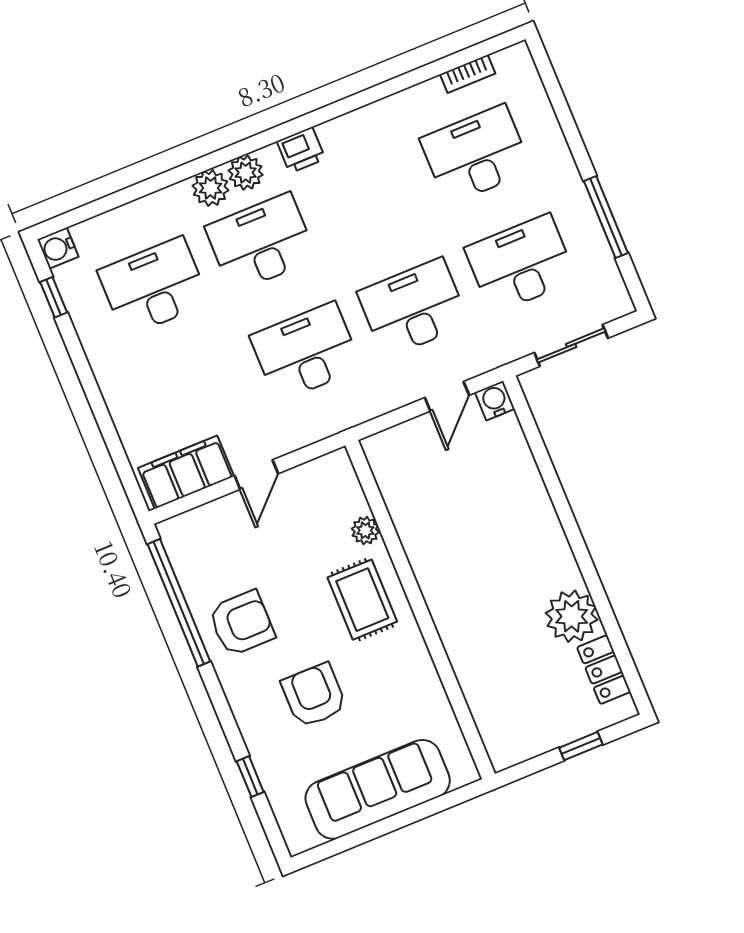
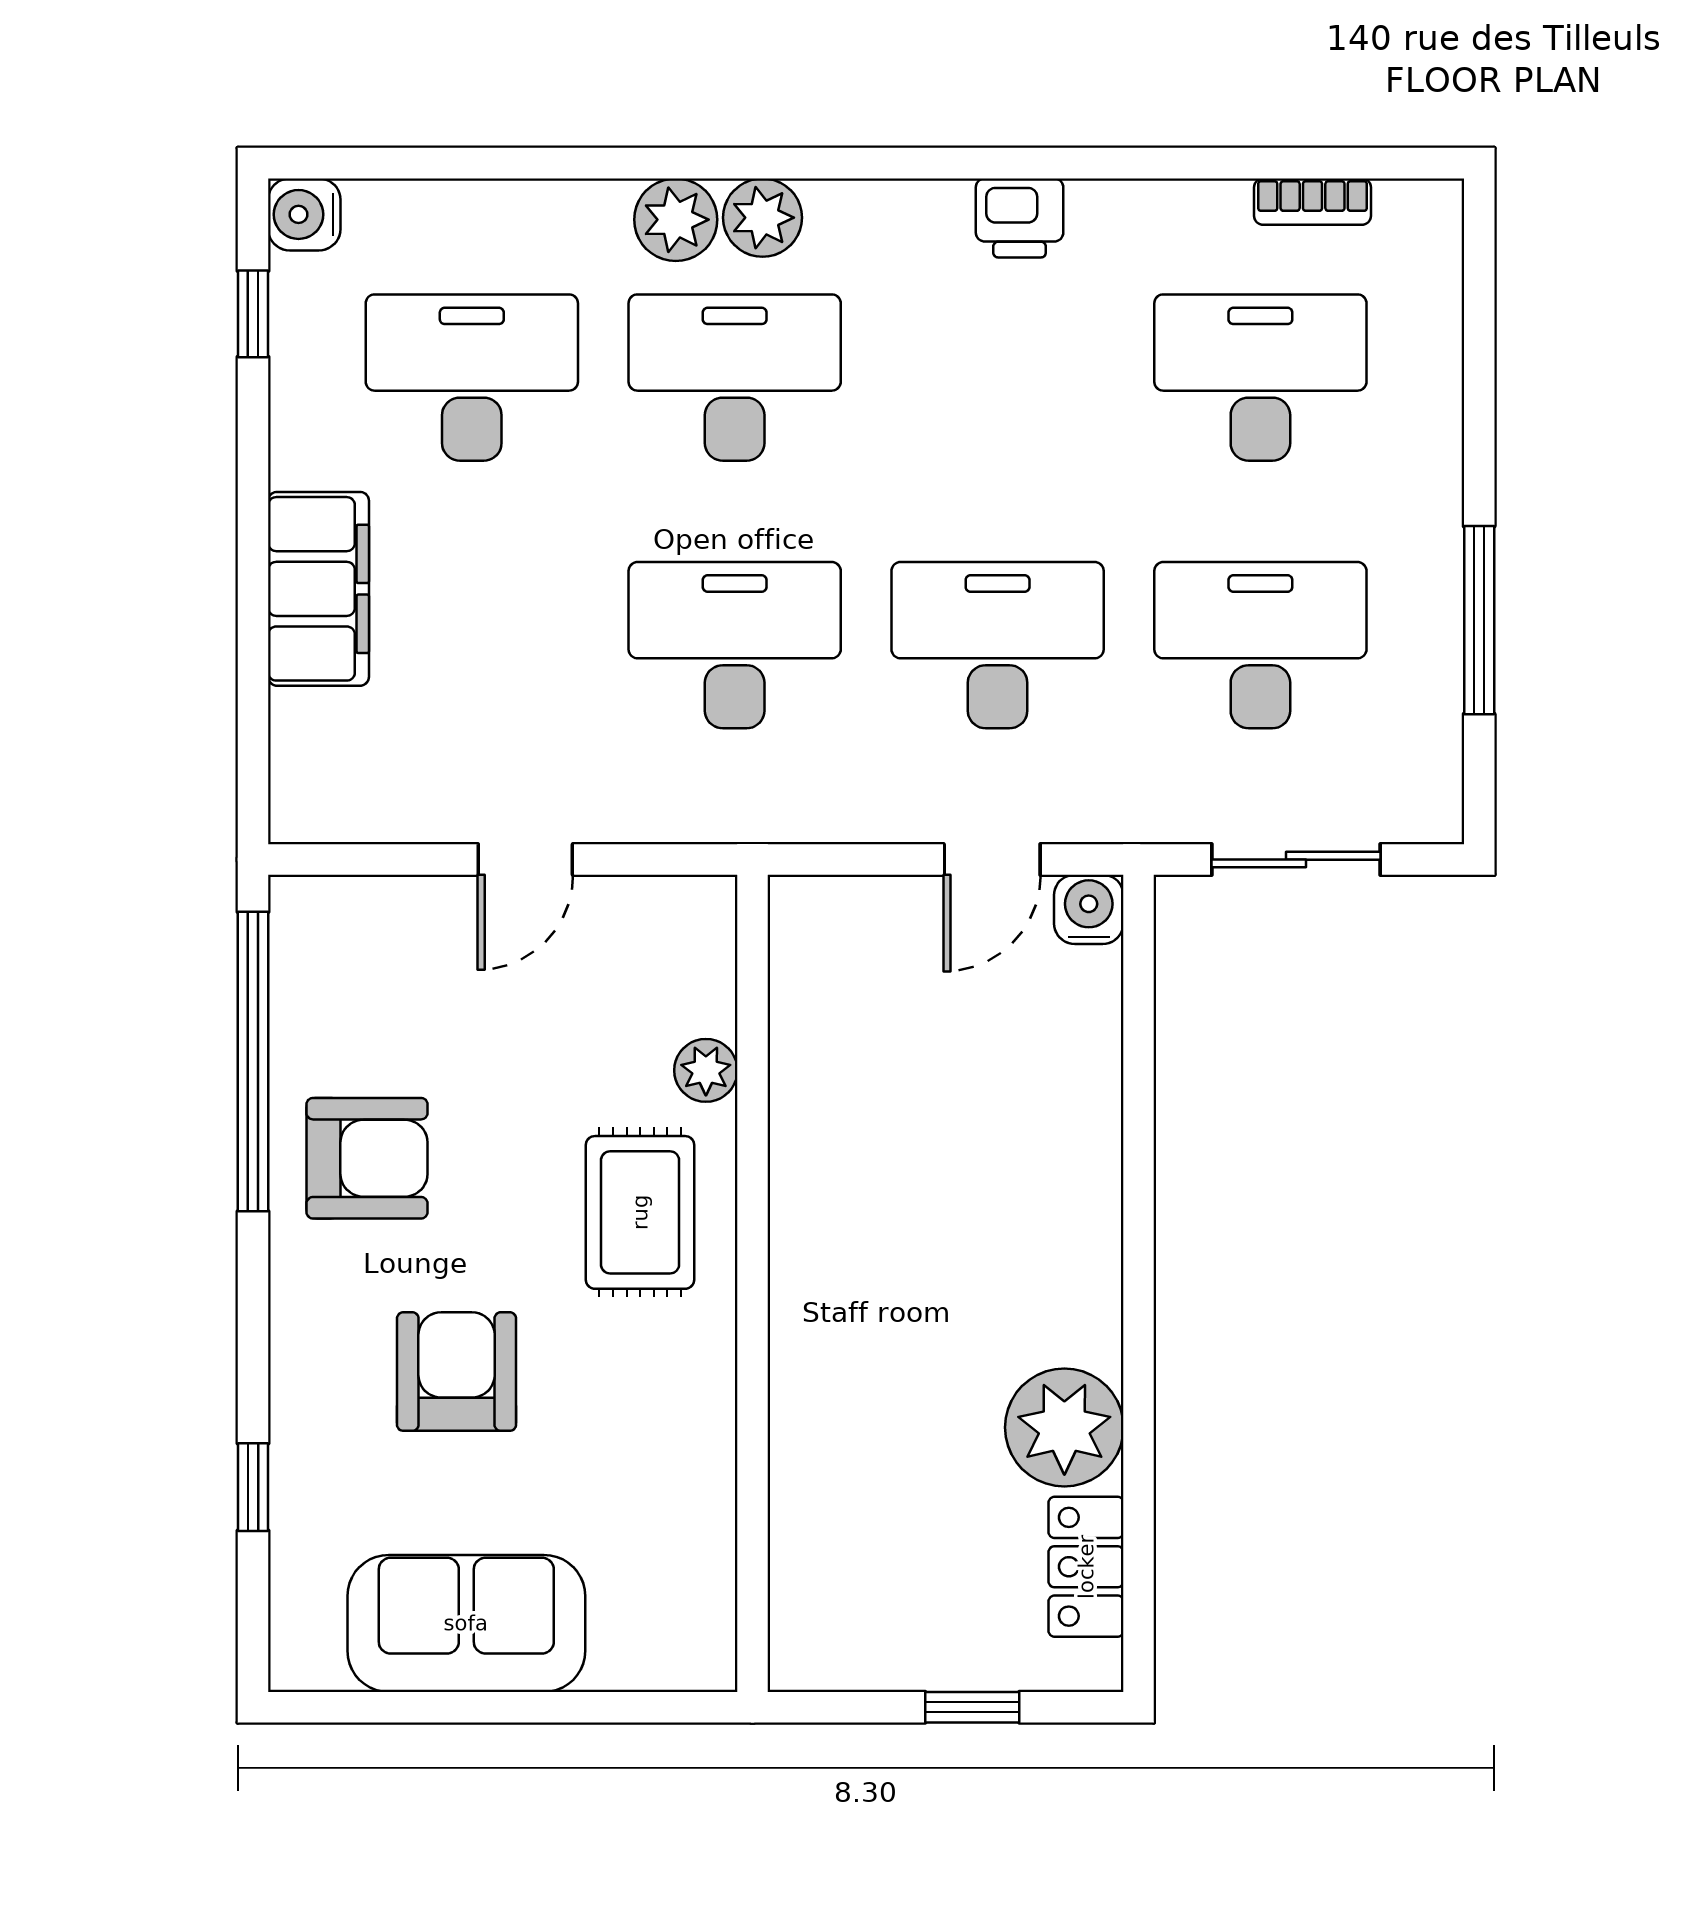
printer: (301, 150) -> (1020, 218), moved
filing cabinet: (186, 472) -> (318, 589), moved, turned 90
sofa: (378, 789) -> (466, 1623), width x0.73

